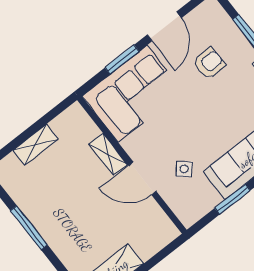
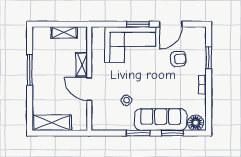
shelving: (108, 154) -> (82, 65), moved
wall: (132, 165) -> (89, 79), moved
door: (142, 178) -> (89, 89), moved

